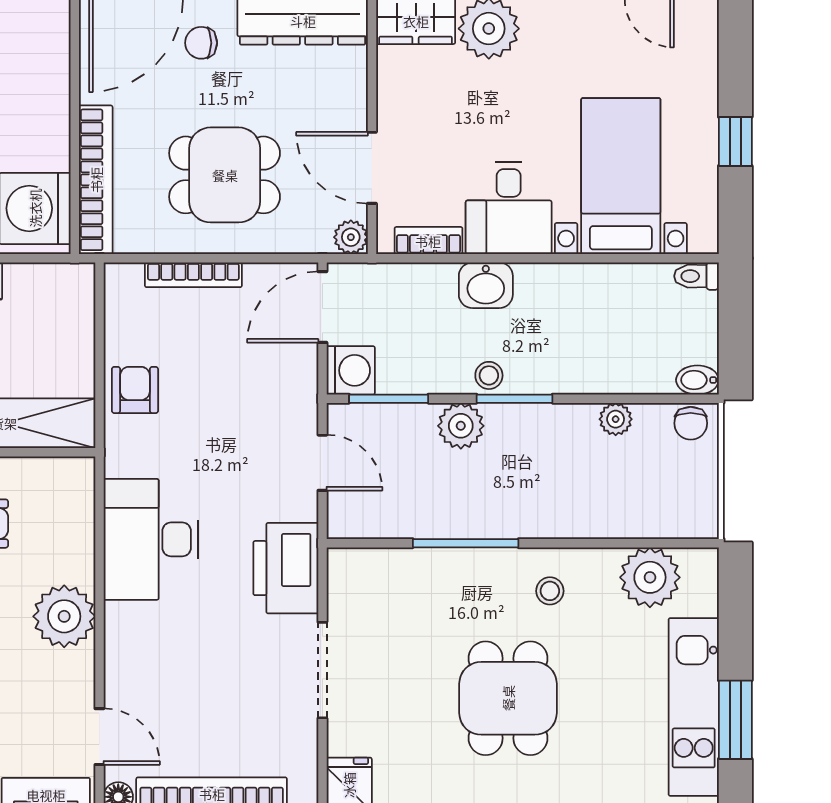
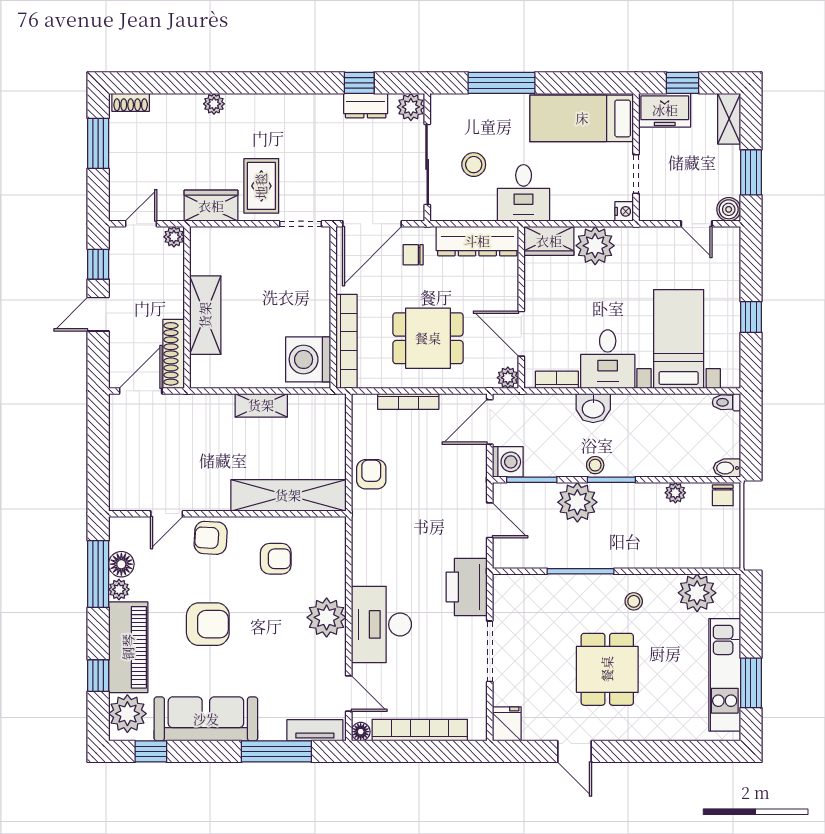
plant: (461, 426) -> (577, 502), width x1.36, depth x1.36
desk: (151, 539) -> (381, 624), moved

